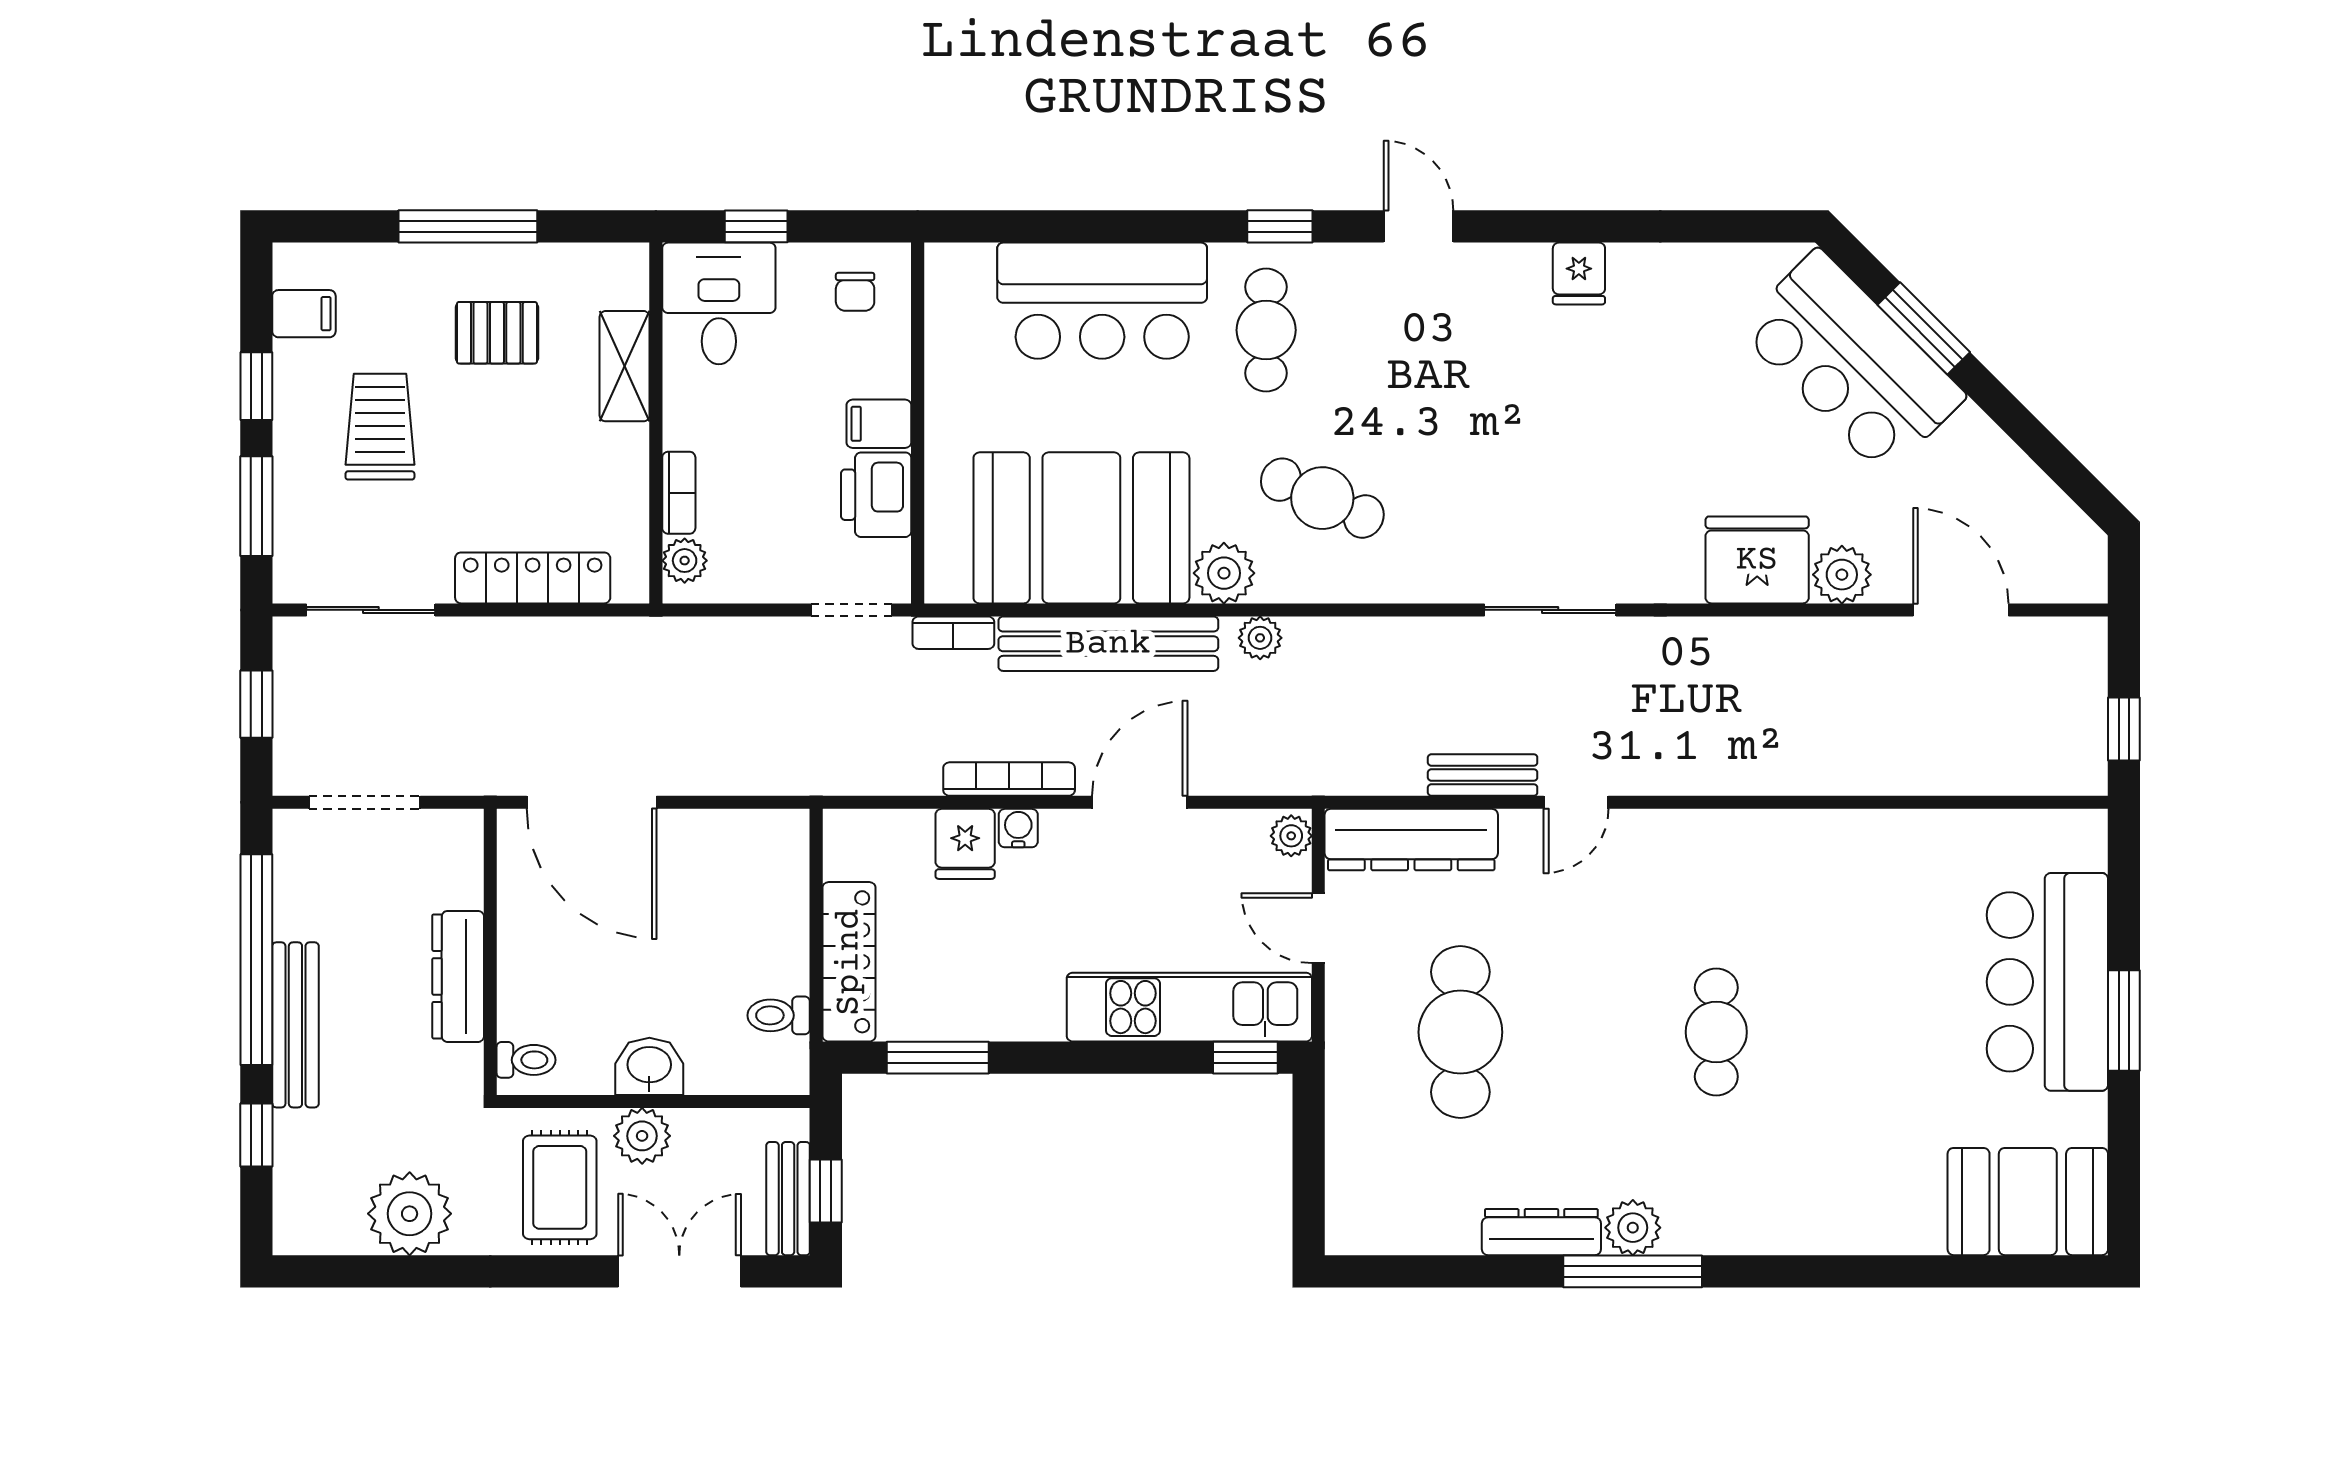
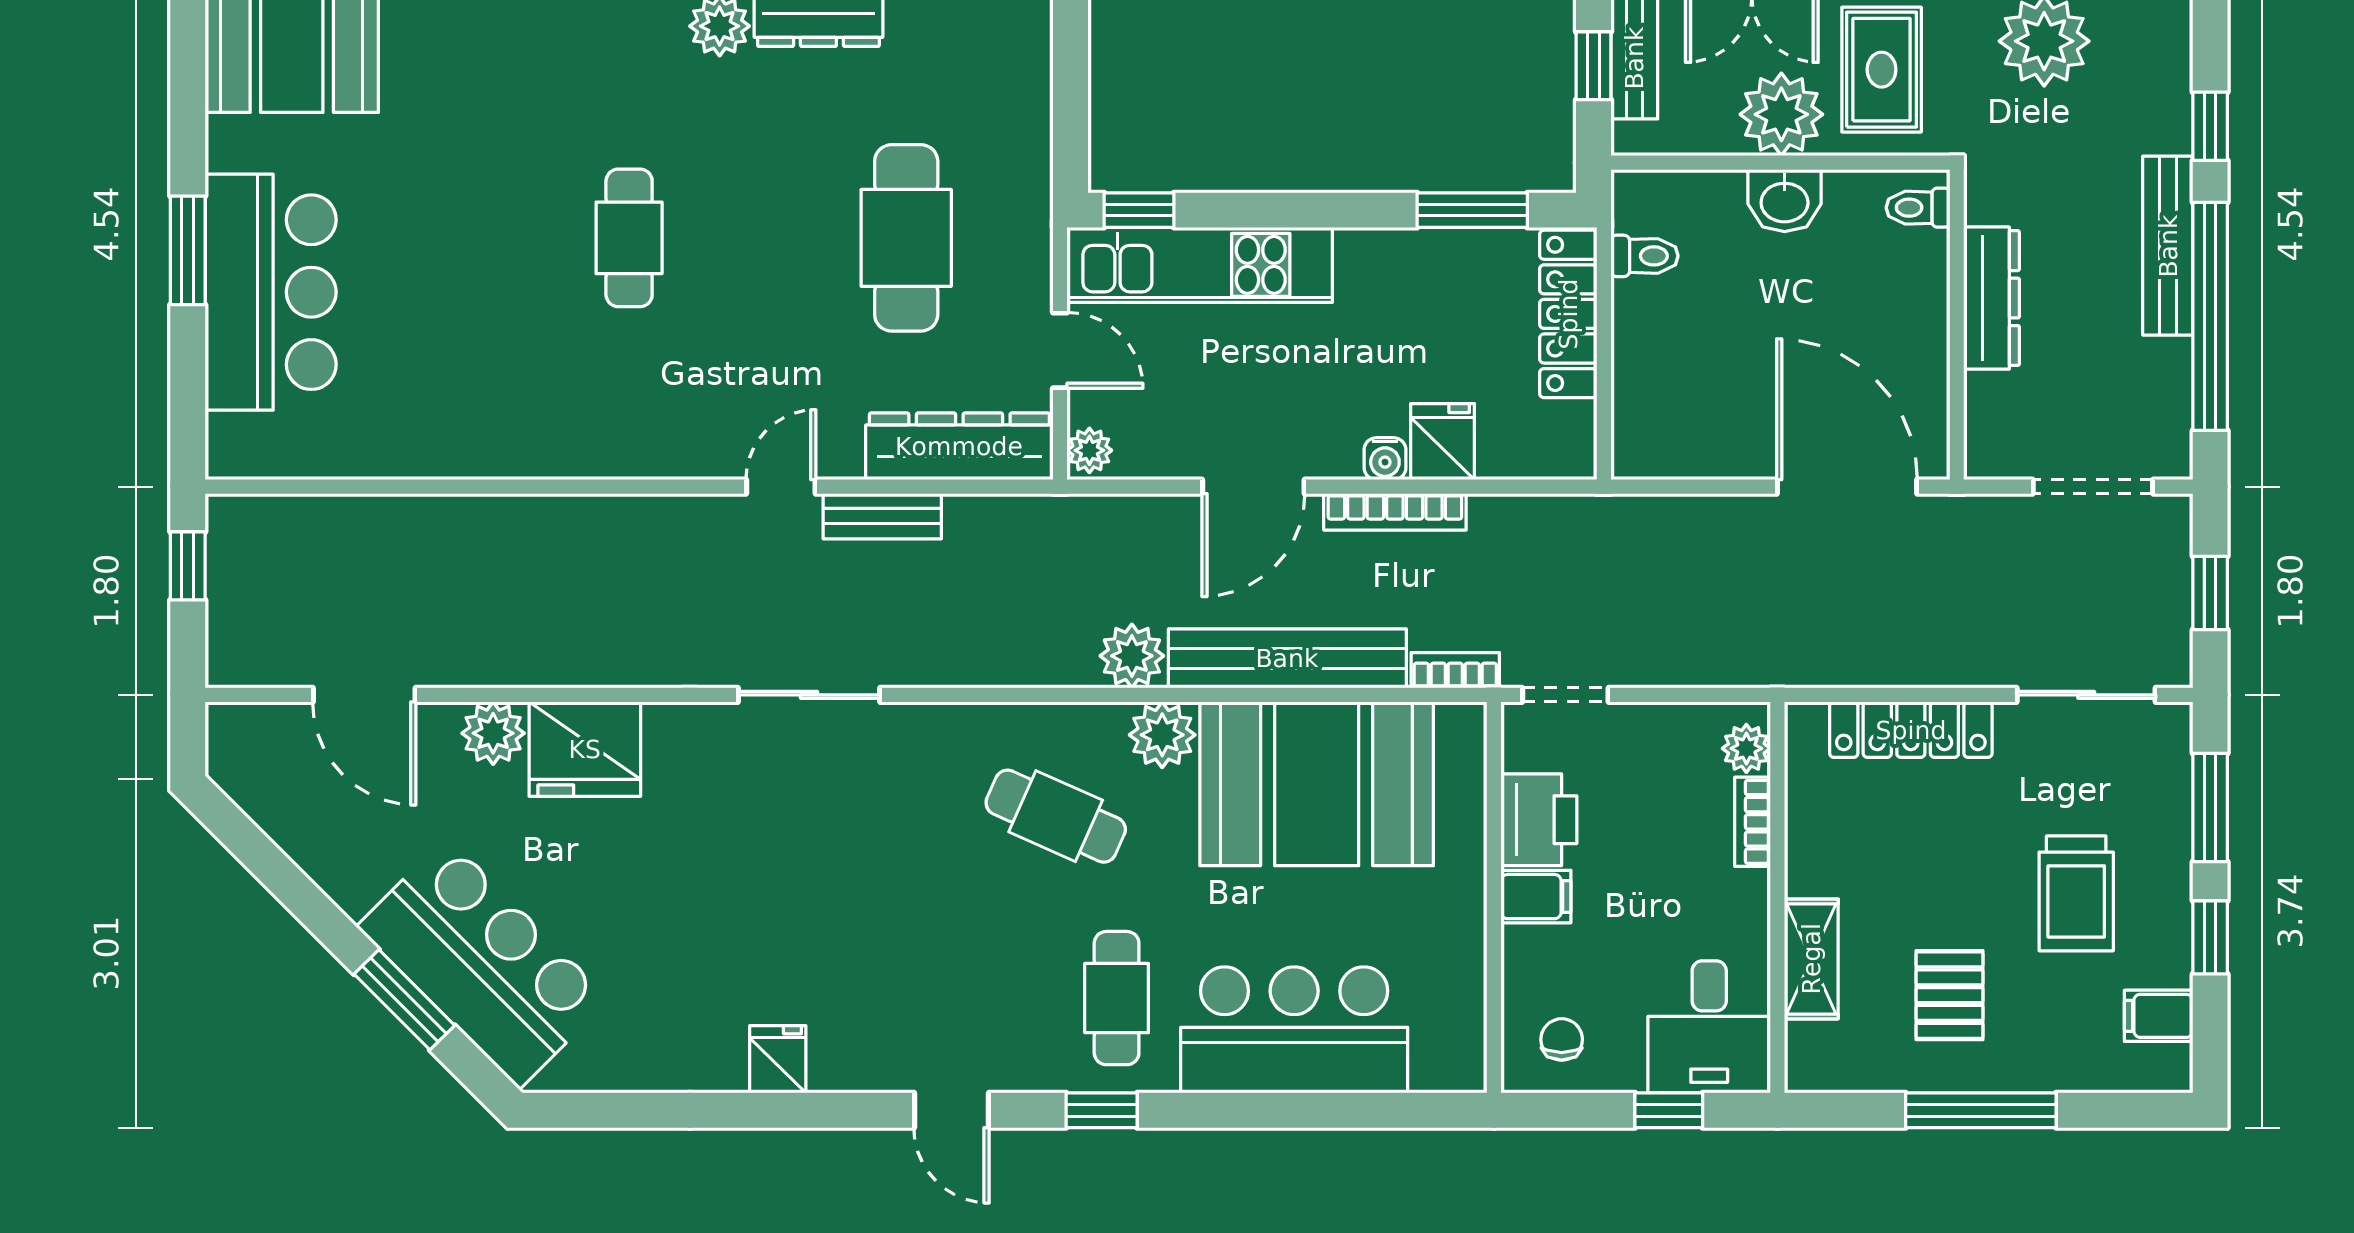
pallet: (497, 333) -> (1950, 995), turned 90
plant: (1260, 638) -> (1132, 656), width x1.38, depth x1.38
plant: (642, 1136) -> (1781, 114), width x1.36, depth x1.36

